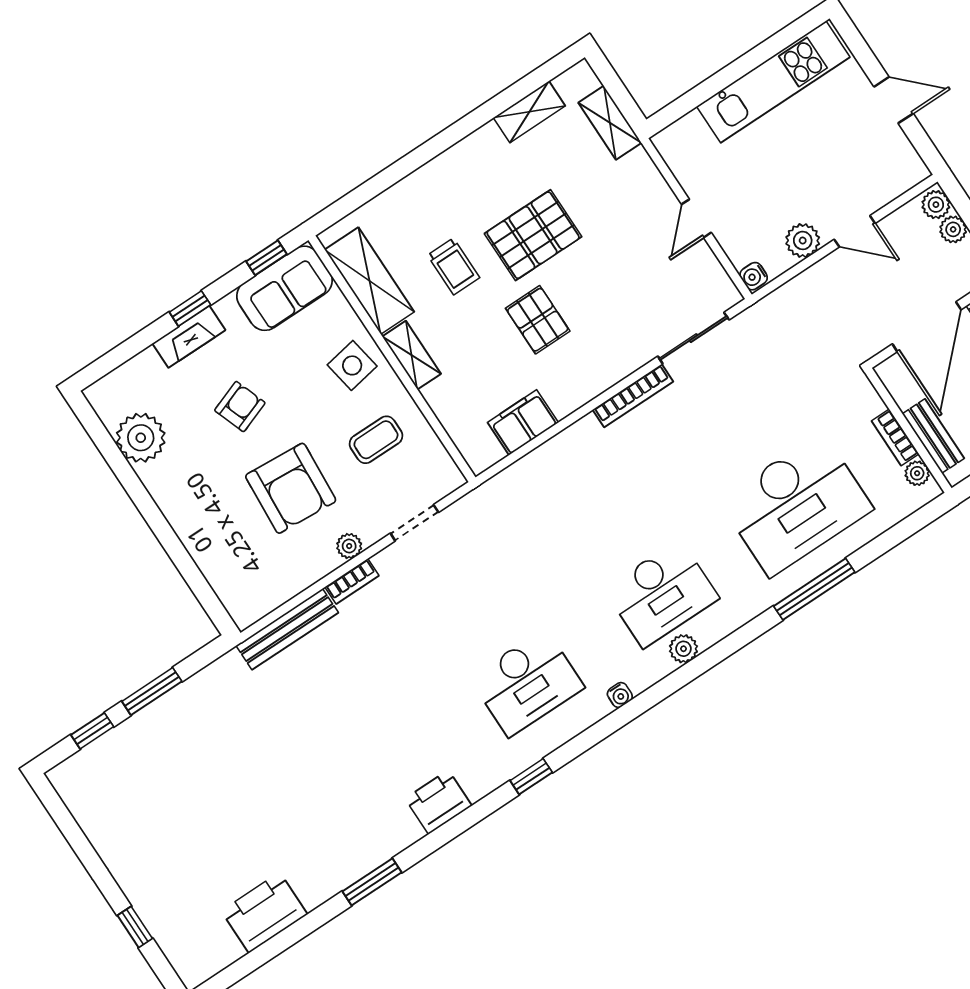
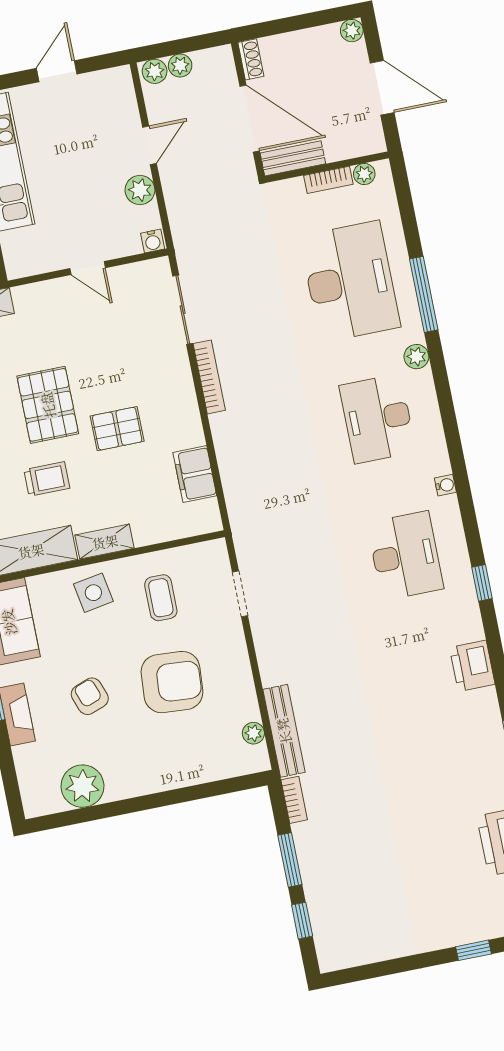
bench: (933, 436) -> (293, 158), moved
plant: (349, 546) -> (253, 733), moved
bookcase: (352, 581) -> (294, 800), moved
desk: (661, 594) -> (378, 419), turned 180
plant: (683, 649) -> (416, 357), moved

